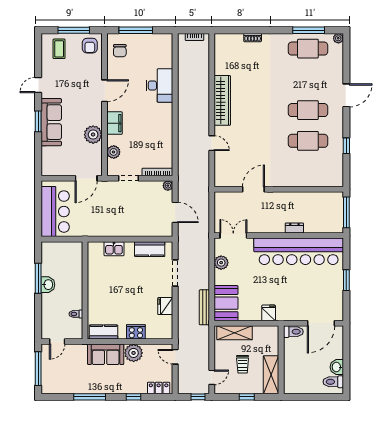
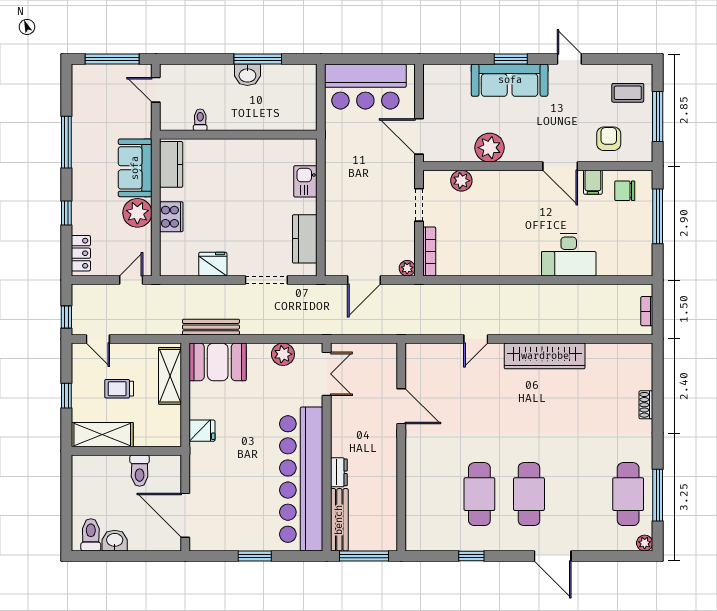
armchair: (90, 46) -> (609, 139), moved, turned 90
filing cabinet: (115, 123) -> (593, 182), moved, width x0.50
bench: (324, 228) -> (339, 520), added
toilet: (293, 332) -> (140, 471), moved

